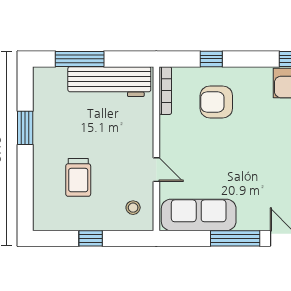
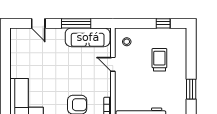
window: (91, 238) -> (163, 23), moved
window: (235, 238) -> (76, 23), moved

